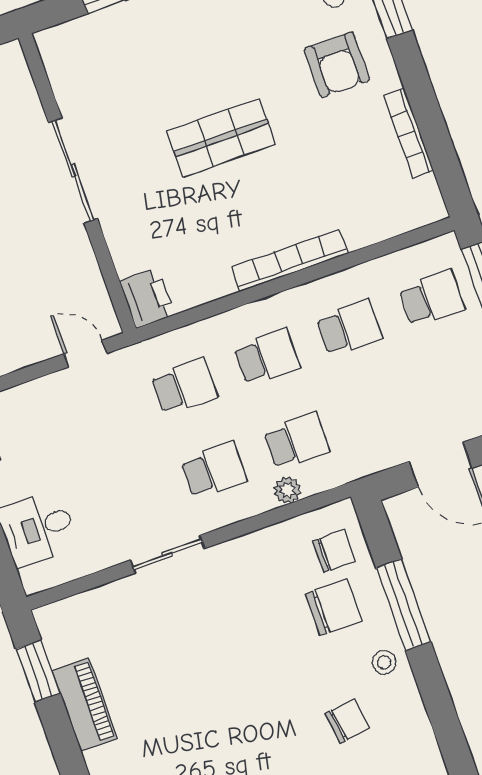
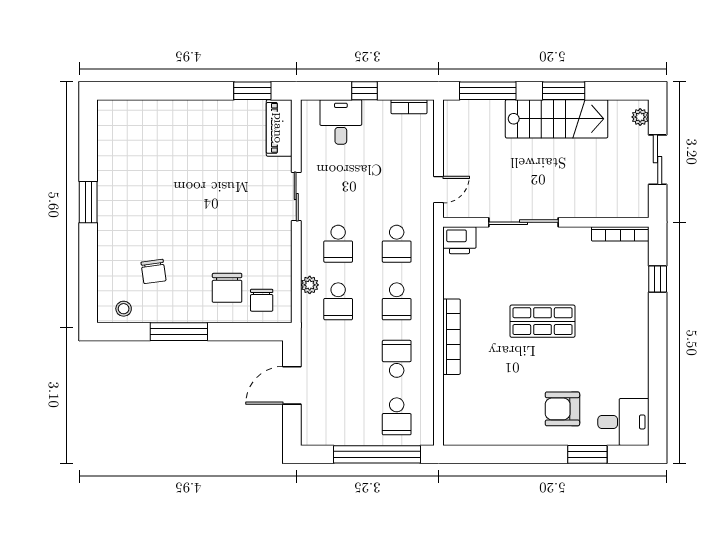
bookcase: (409, 133) -> (620, 234), moved, turned 180
shop shelf: (221, 138) -> (542, 321), turned 90
sliding door: (73, 171) -> (524, 222), moved
school desk: (349, 328) -> (397, 359), turned 180
window: (404, 605) -> (179, 332), moved
stool: (384, 662) -> (124, 309), moved
piano: (85, 705) -> (279, 128), moved, turned 90

